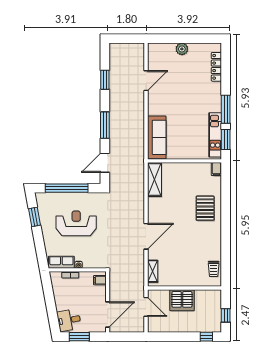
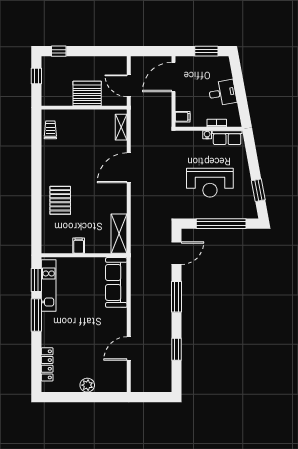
filing cabinet: (216, 169) -> (79, 246), moved
desk: (69, 320) -> (222, 93), moved

